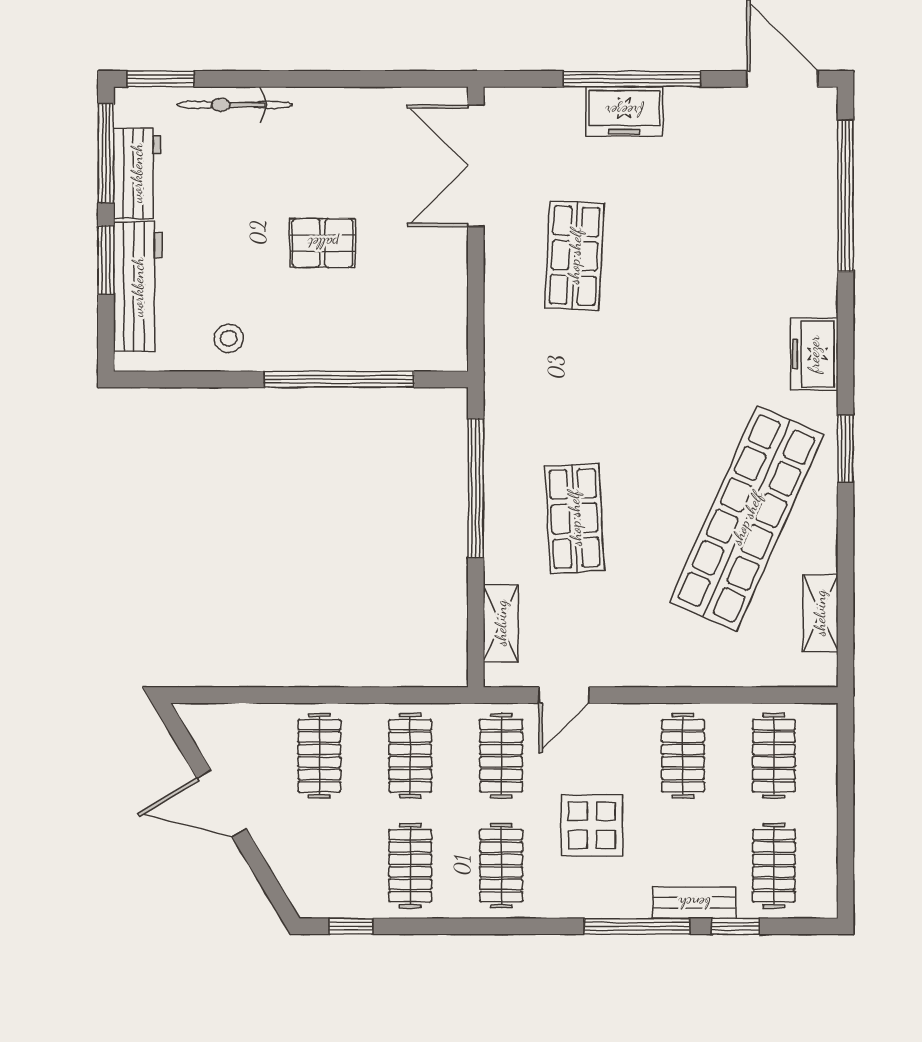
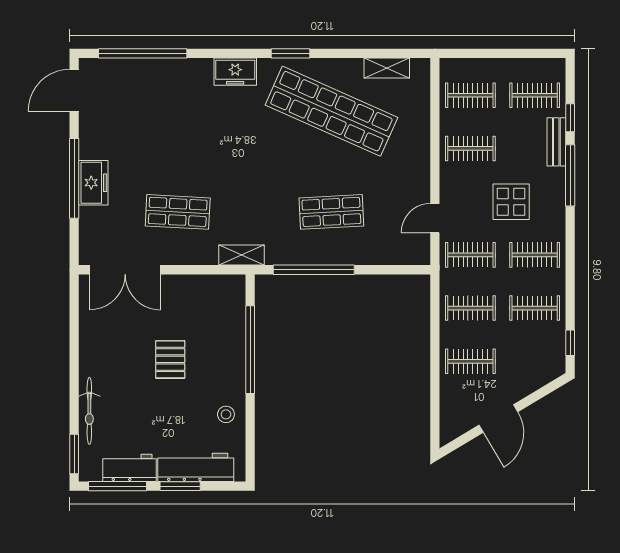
shelving: (501, 623) -> (242, 255), moved
door: (564, 695) -> (435, 218), swing flipped

